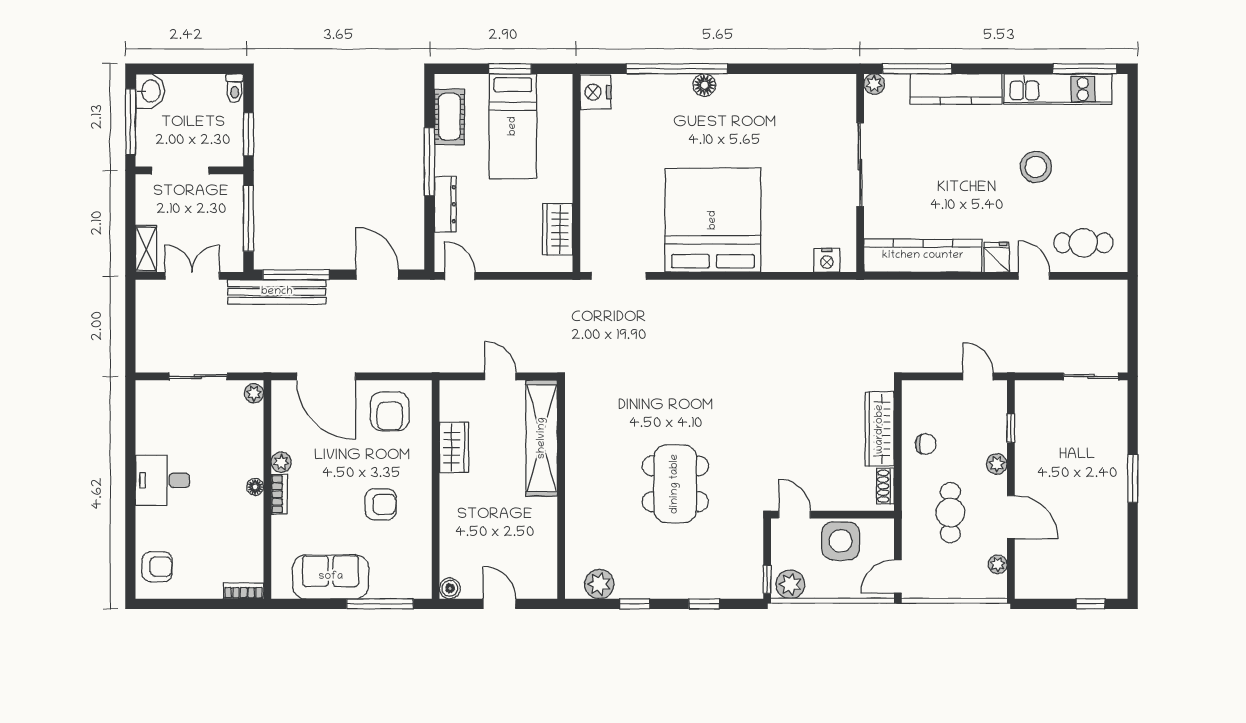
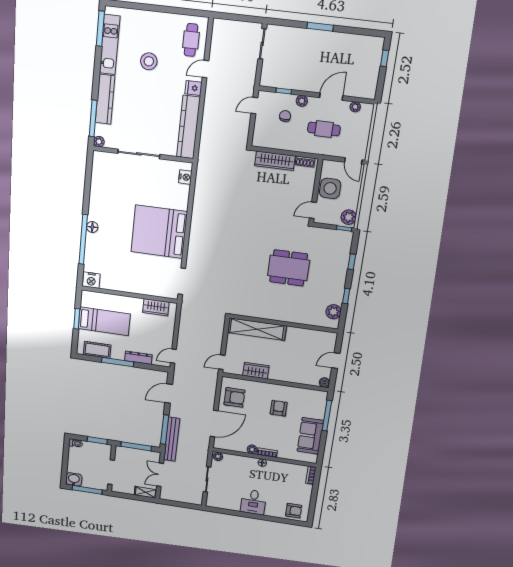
door: (500, 376) -> (222, 362), moved
chair: (926, 444) -> (285, 116), moved
armchair: (157, 567) -> (294, 511), turned 90

